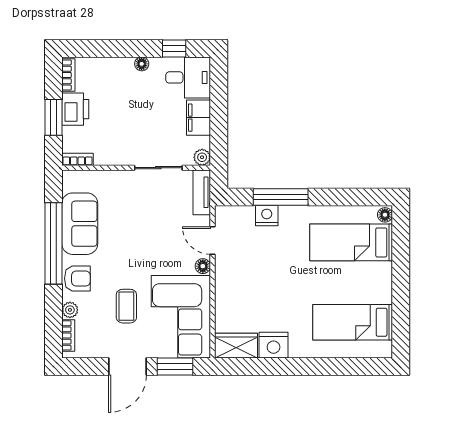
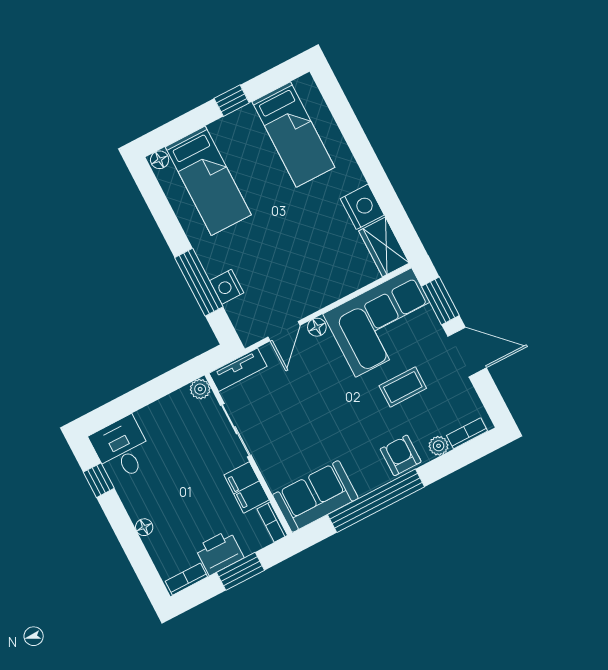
floor lamp: (142, 64) -> (144, 527), moved
filing cabinet: (199, 118) -> (247, 487), moved, turned 90
sofa: (80, 224) -> (315, 496), moved
window: (401, 290) -> (232, 101), added

